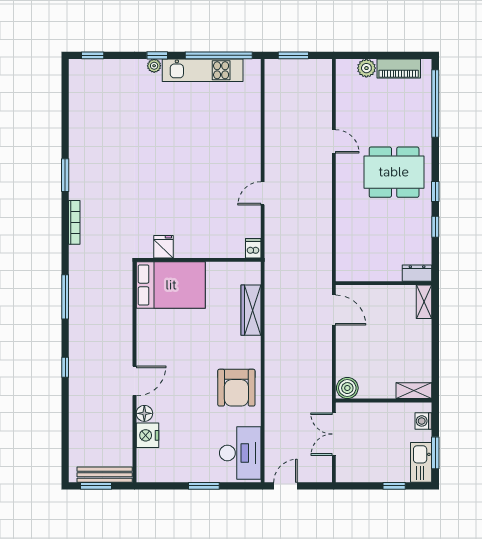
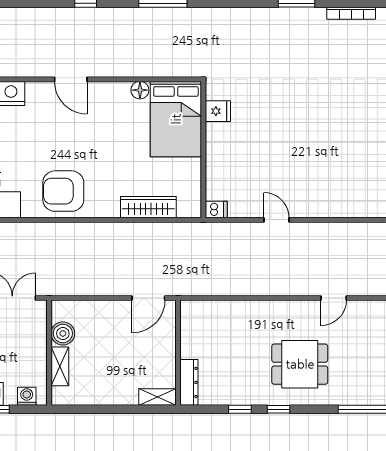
dining table: (394, 172) -> (300, 364), width x0.73
bookcase: (74, 222) -> (351, 13), moved
dresser: (417, 273) -> (189, 382), width x1.44
boiler: (347, 388) -> (63, 333), moved
shelving: (414, 391) -> (60, 366), moved
floor lamp: (144, 413) -> (140, 90), moved

